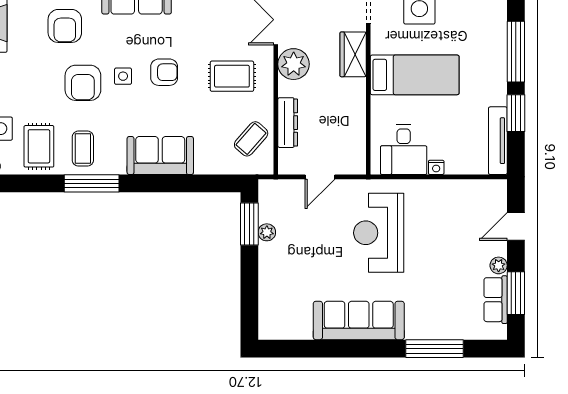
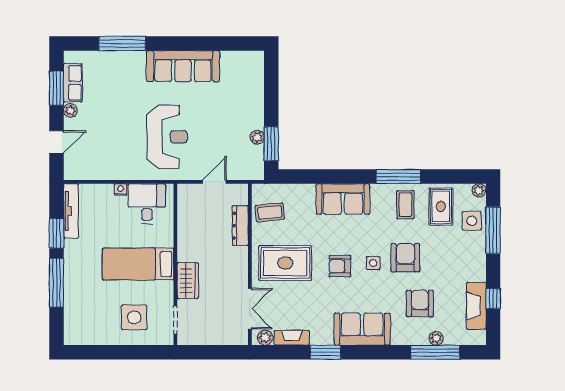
plant: (294, 64) -> (236, 273), removed
rug: (232, 76) -> (285, 263), width x1.36, depth x1.43
coffee table: (251, 139) -> (270, 212), turned 43

